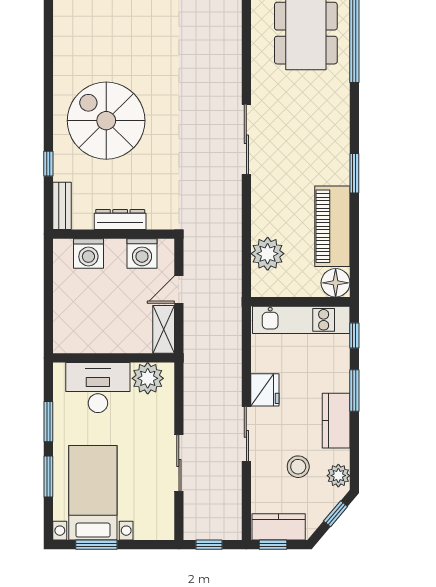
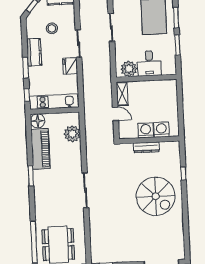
bench: (62, 206) -> (176, 153), removed
washing machine: (142, 253) -> (146, 130), moved
door: (179, 289) -> (115, 114), hinge flipped
desk: (98, 388) -> (149, 63), width x0.73
plant: (338, 476) -> (32, 25), removed

